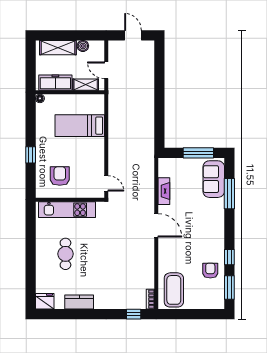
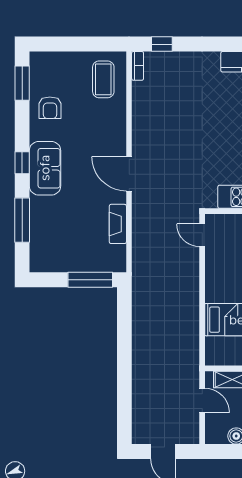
window: (198, 153) -> (90, 280), moved
sofa: (214, 179) -> (45, 168), moved
window: (229, 257) -> (22, 163), moved
coffee table: (174, 290) -> (103, 79), width x0.73, depth x0.76

